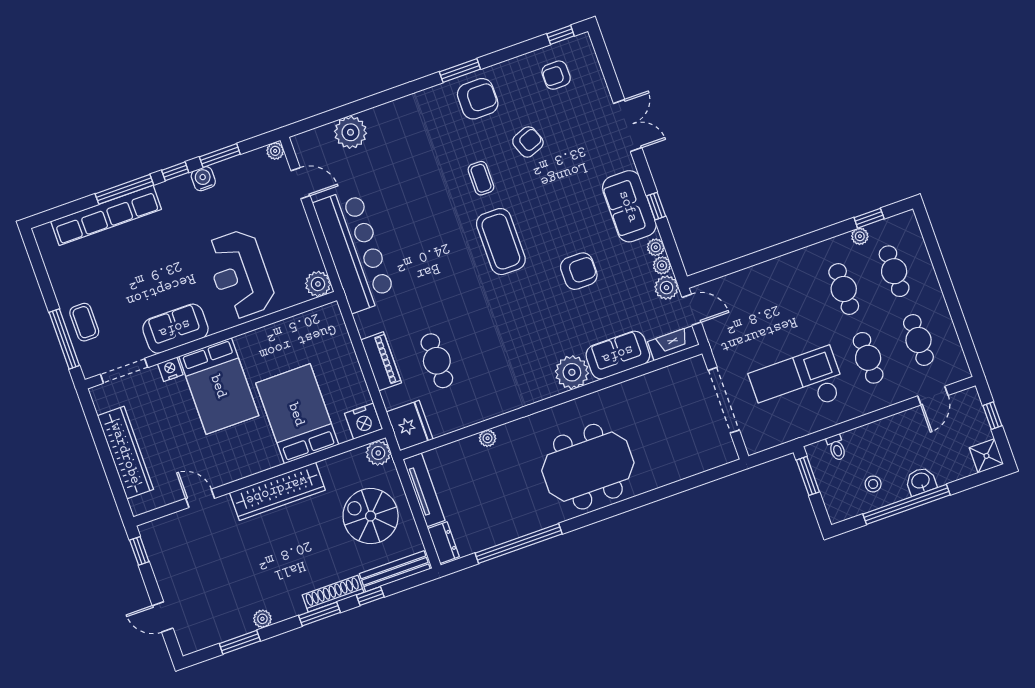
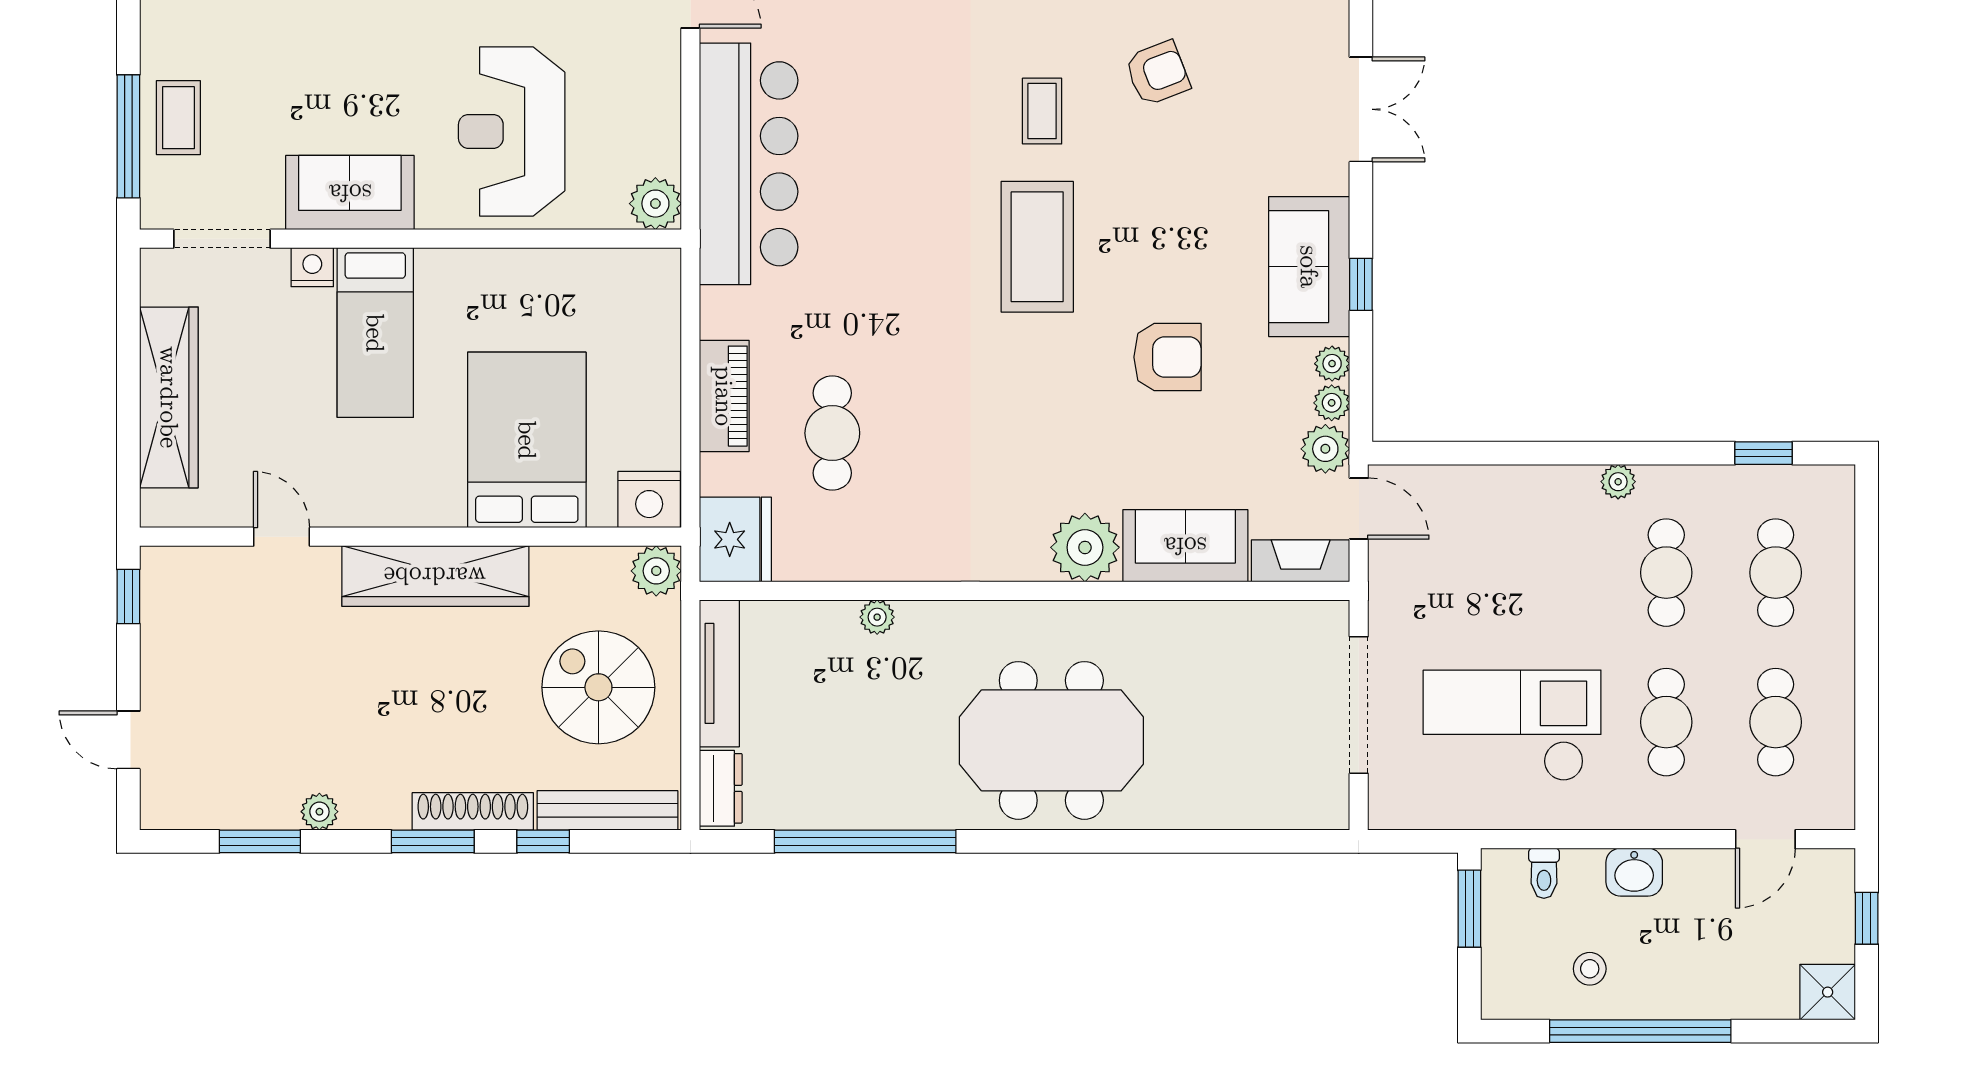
plant: (860, 236) -> (1618, 482), moved
bed: (219, 386) -> (375, 333), width x0.67
washbasin: (921, 481) -> (1634, 872), moved, turned 180

